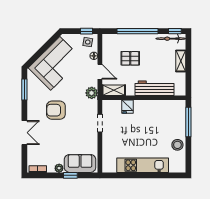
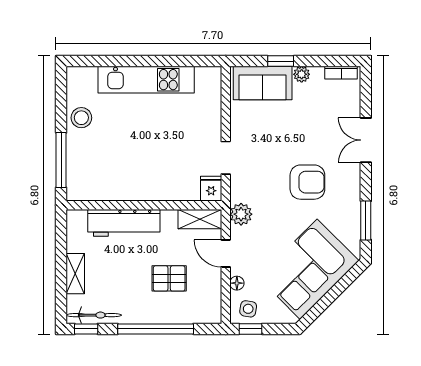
fridge: (127, 107) -> (211, 189), moved

